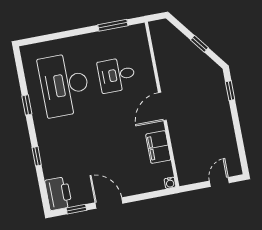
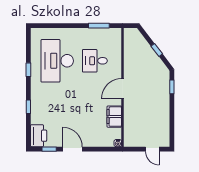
door: (219, 182) -> (152, 149), swing flipped

